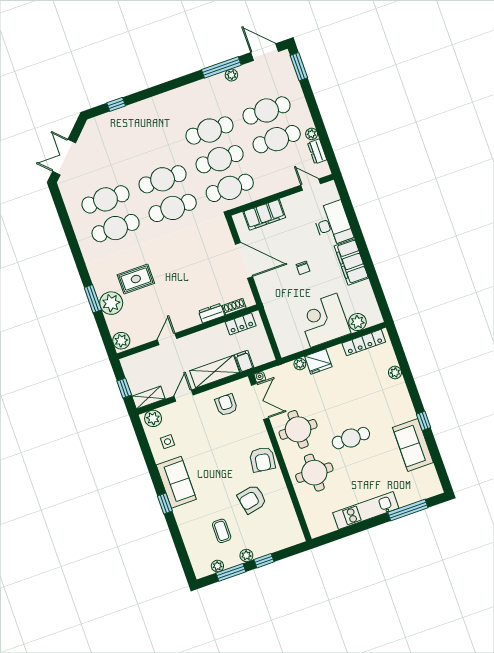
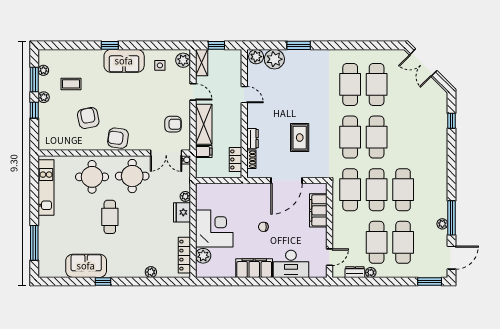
double door: (64, 157) -> (423, 63), swing flipped
rug: (136, 279) -> (300, 138), moved
plant: (111, 303) -> (274, 59), moved
kitchen unit: (366, 511) -> (46, 187), moved

